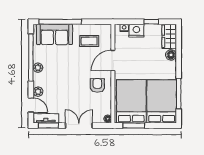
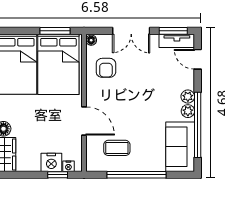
window: (60, 22) -> (136, 175), moved
window: (151, 22) -> (58, 175), moved
sofa: (54, 34) -> (180, 147), moved, turned -90
door: (113, 60) -> (84, 121), hinge flipped
armchair: (97, 85) -> (106, 68), moved
plant: (38, 92) -> (188, 97), moved

